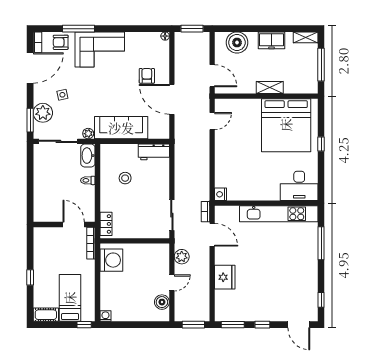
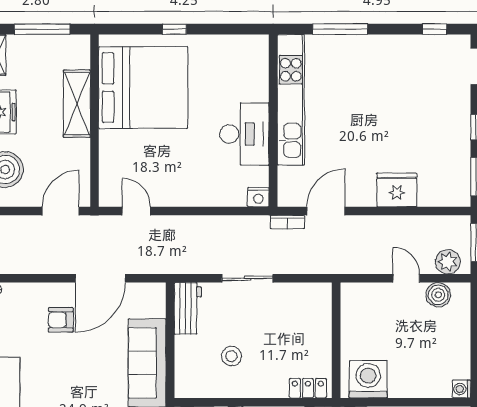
shelving: (270, 87) -> (77, 104), width x1.50, depth x1.33
desk: (299, 186) -> (244, 134), moved
sliding door: (172, 215) -> (247, 278), moved
plant: (182, 257) -> (448, 262), moved

